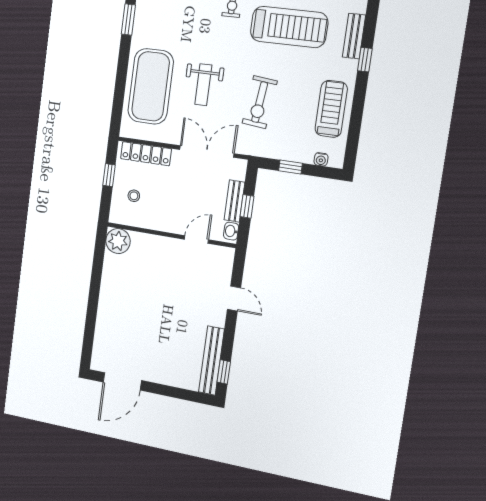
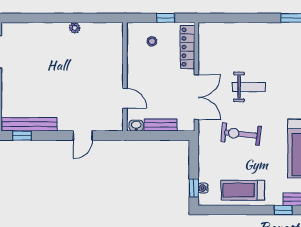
weight bench: (203, 85) -> (249, 87), turned 180
exercise mat: (151, 86) -> (242, 44), removed
treadmill: (331, 109) -> (243, 190), turned 180
window: (290, 167) -> (194, 188), moved
window: (247, 206) -> (158, 136), removed
plant: (118, 241) -> (75, 28), moved, width x0.53, depth x0.53

